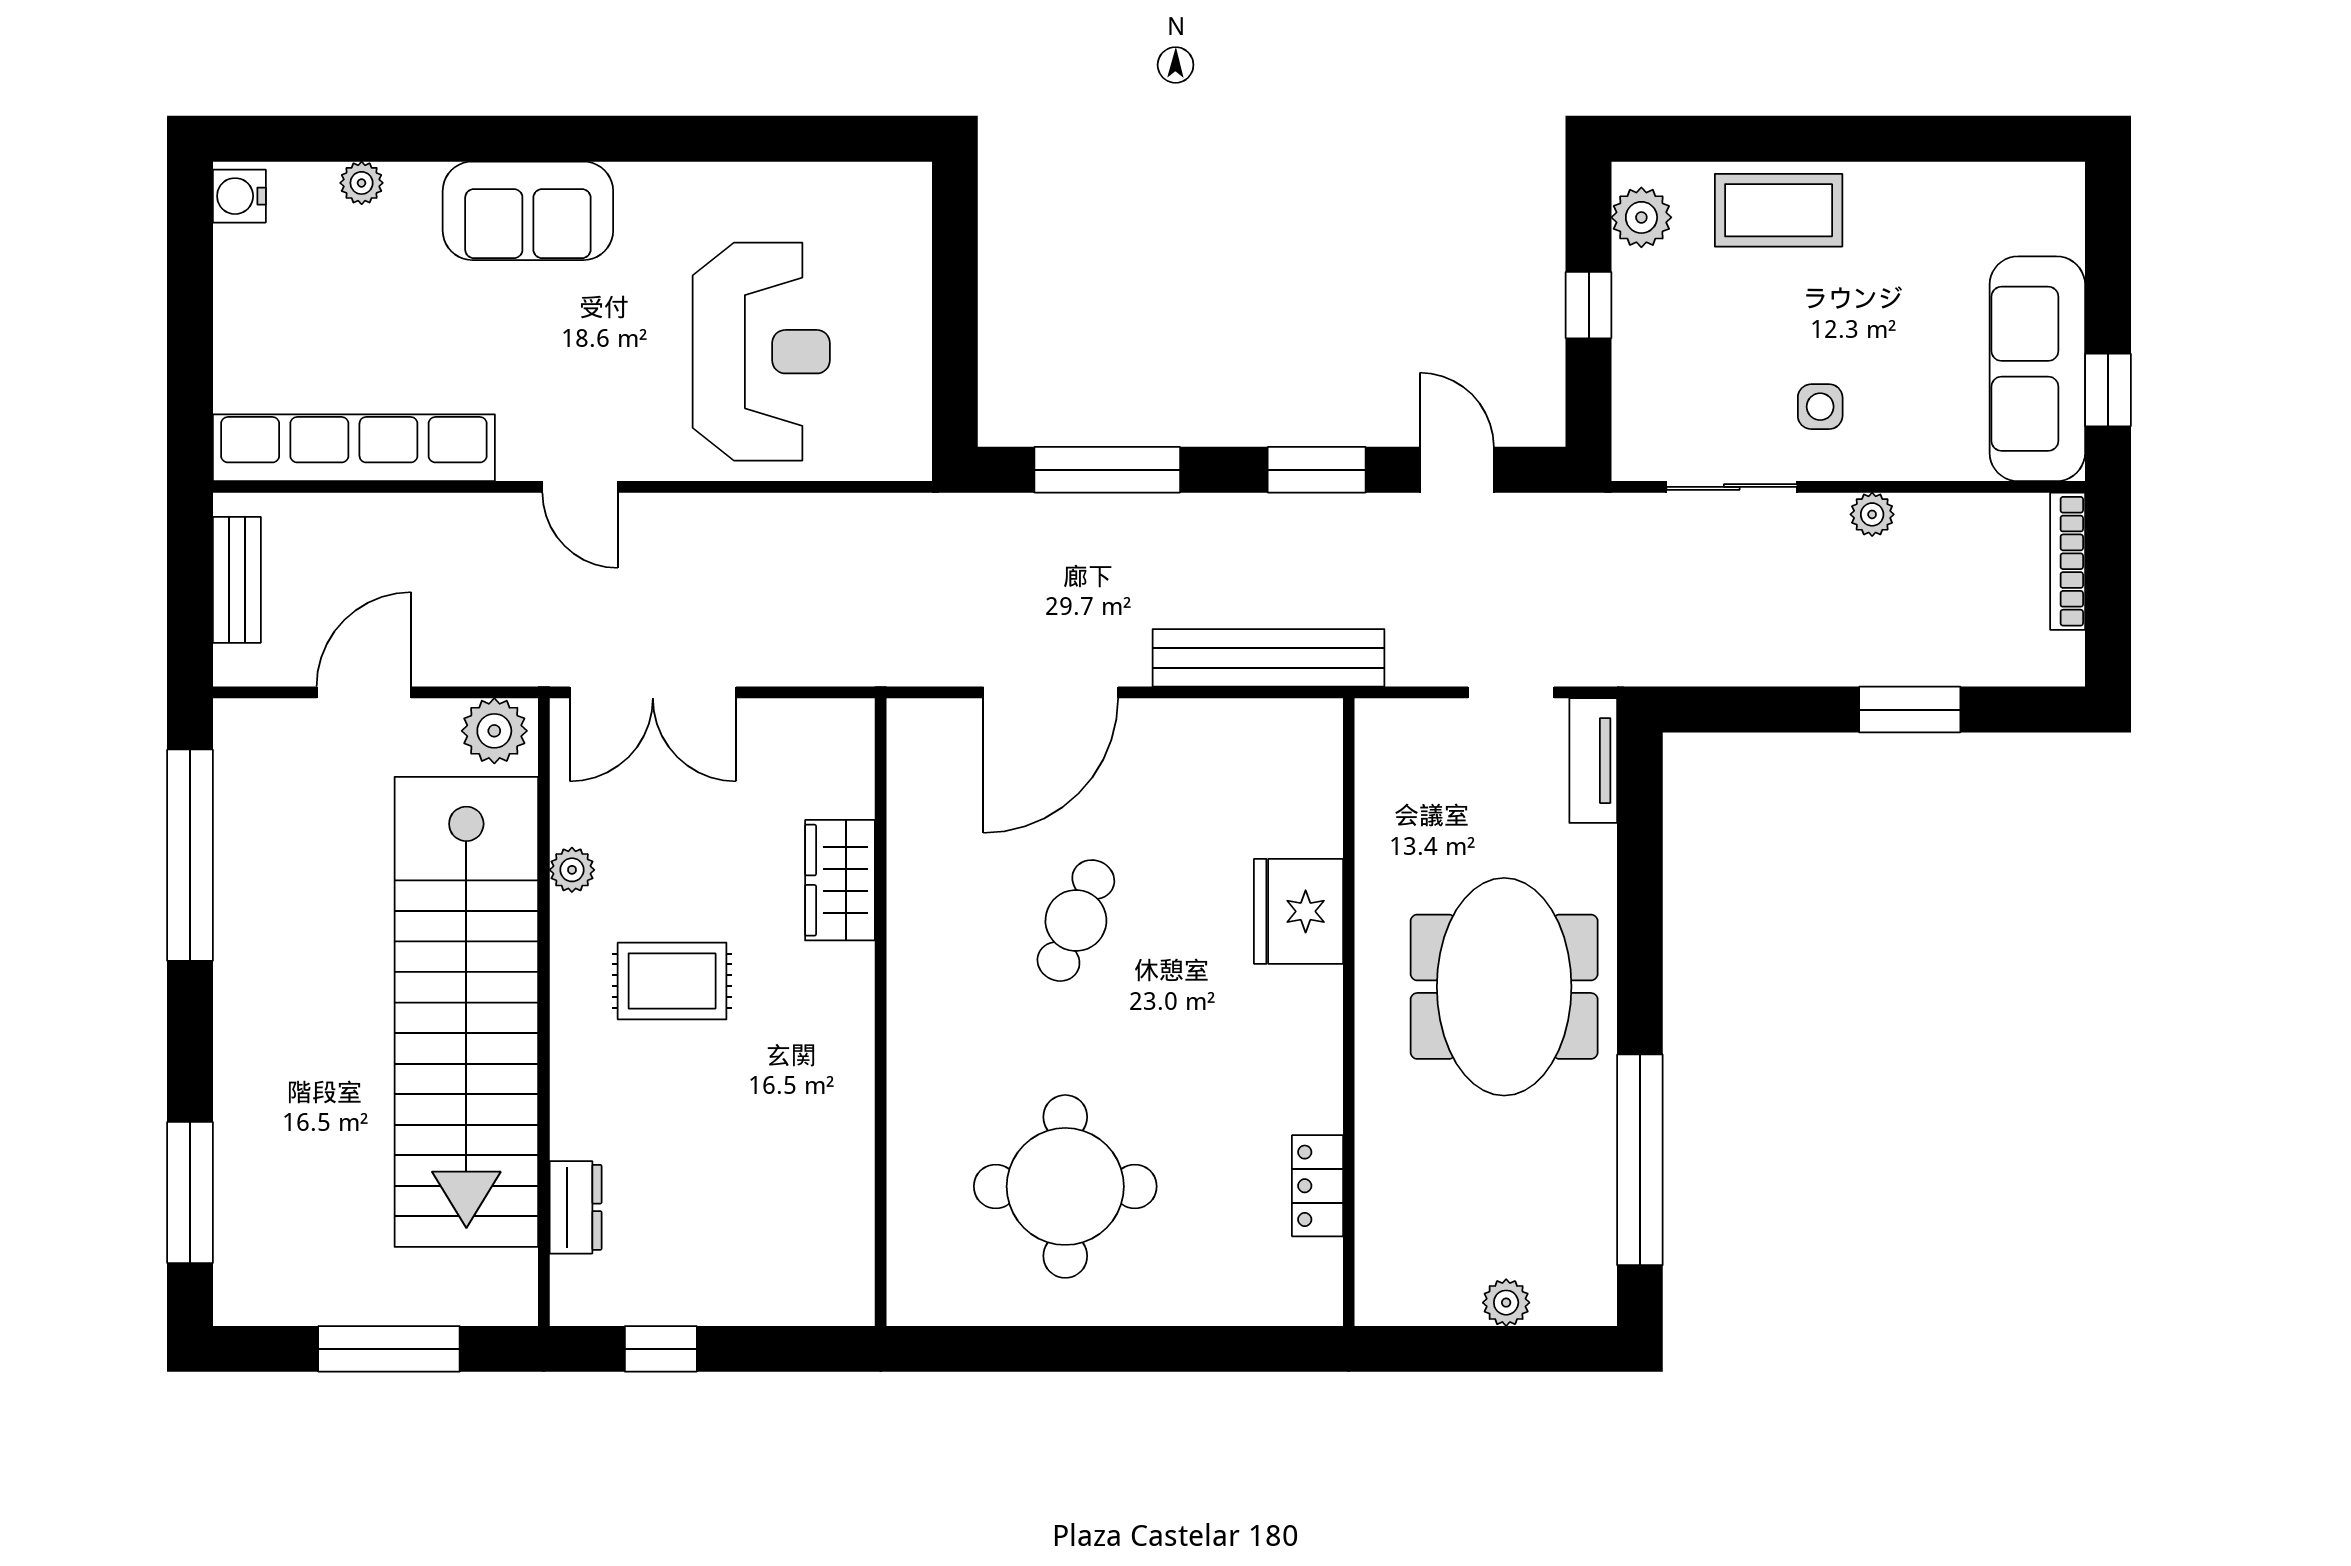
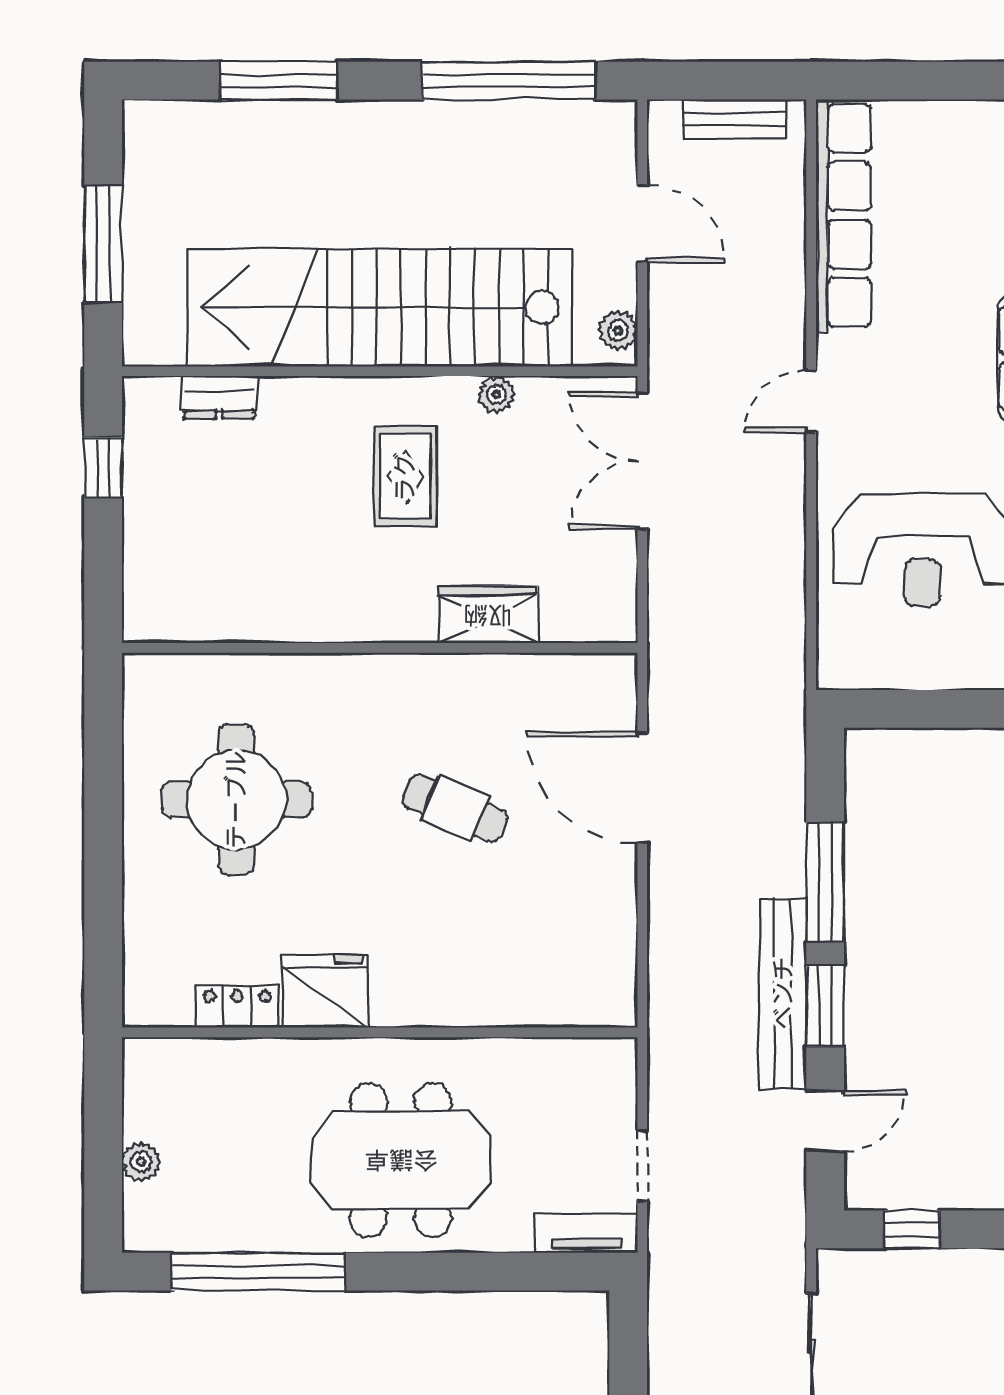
window: (1589, 305) -> (912, 1229), moved
window: (1107, 470) -> (825, 882), moved
bench: (1268, 658) -> (783, 993), moved
plant: (494, 731) -> (618, 331), width x0.73, depth x0.73
fridge: (1298, 911) -> (325, 991), moved
window: (190, 1193) -> (279, 81), moved

